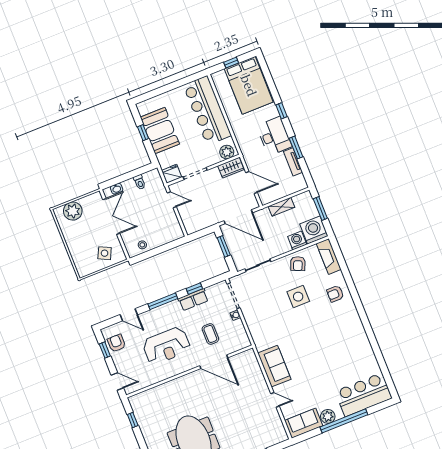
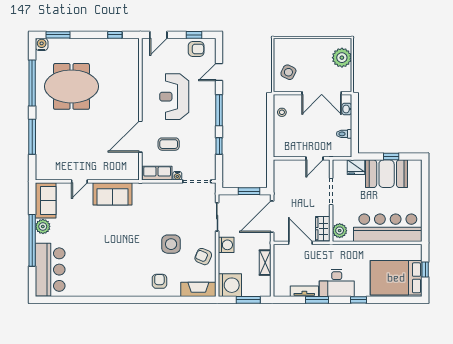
fridge: (172, 174) -> (356, 167), moved, turned 90
door: (252, 183) -> (300, 243), swing flipped
washing machine: (297, 240) -> (226, 245), moved
row of seats: (193, 300) -> (157, 173), moved, turned 90

